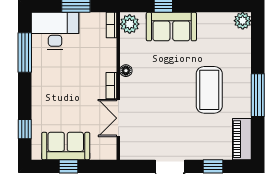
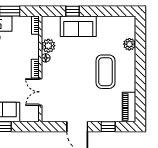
plant: (243, 21) -> (129, 44), moved
plant: (130, 24) -> (48, 46), moved
window: (258, 95) -> (140, 75), removed

